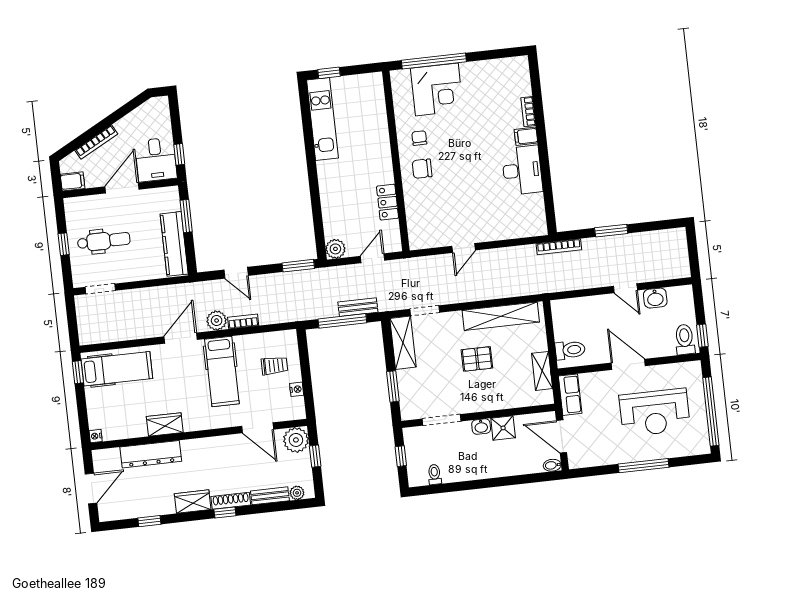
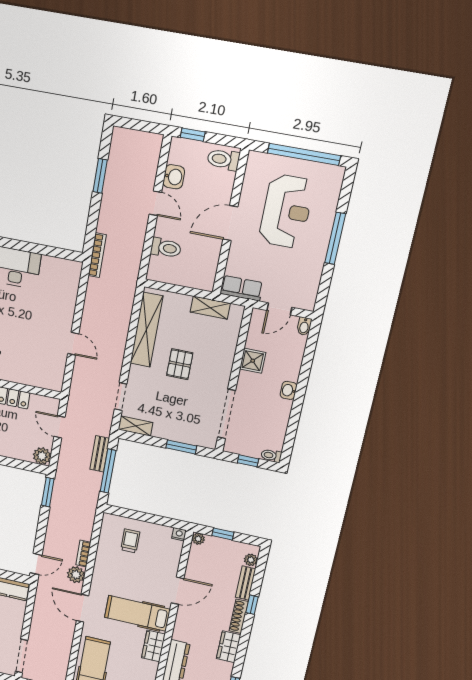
window: (611, 231) -> (100, 176), moved
door: (236, 273) -> (36, 564), moved
door: (625, 288) -> (155, 203), hinge flipped
doorway: (100, 289) -> (22, 656), width x1.38
window: (702, 336) -> (193, 135), moved
shelving: (403, 343) -> (135, 426), width x0.67, depth x0.75
toilet: (570, 350) -> (166, 248), moved, turned 90
hospital bed: (222, 371) -> (137, 613), moved, turned 180
nightstand: (297, 389) -> (179, 534), moved
doorway: (442, 420) -> (226, 414), width x1.36
washbasin: (481, 427) -> (288, 390), moved, turned 180
door: (258, 428) -> (177, 591), moved
door: (562, 437) -> (279, 309), width x0.73
plant: (296, 440) -> (198, 539), width x0.53, depth x0.53
toilet: (435, 474) -> (271, 456), moved
window: (225, 513) -> (252, 605), moved

